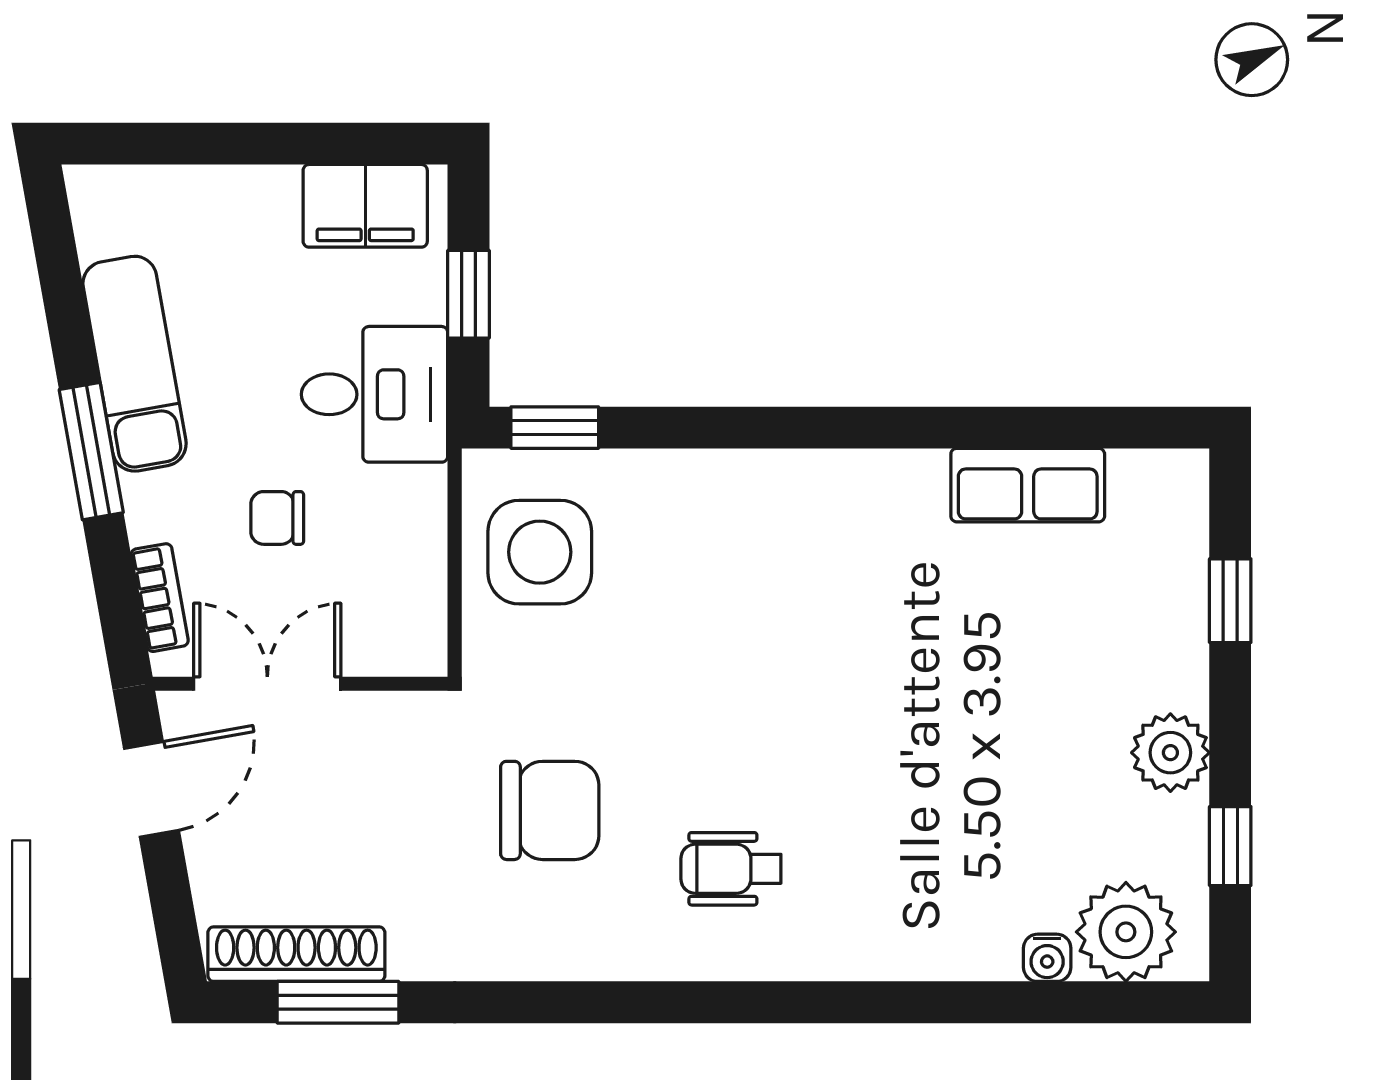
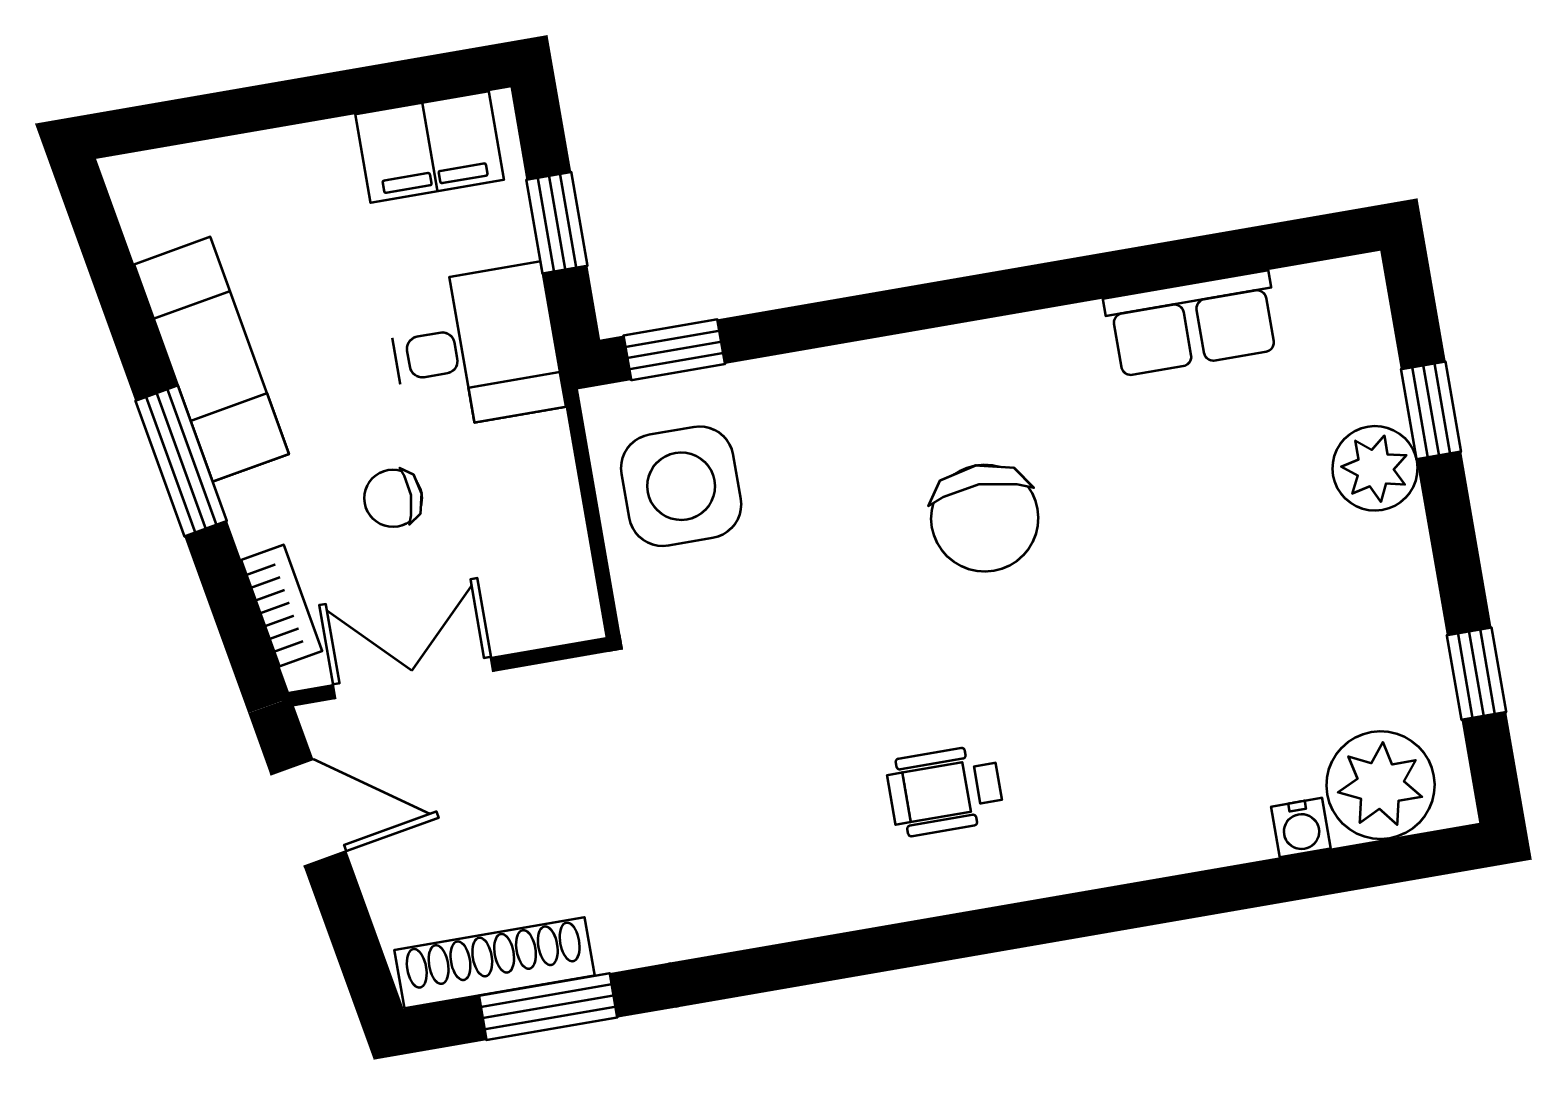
plant: (1170, 753) -> (1375, 468), moved
door: (151, 789) -> (308, 813), hinge flipped
chair: (550, 810) -> (985, 518), moved, turned 90

